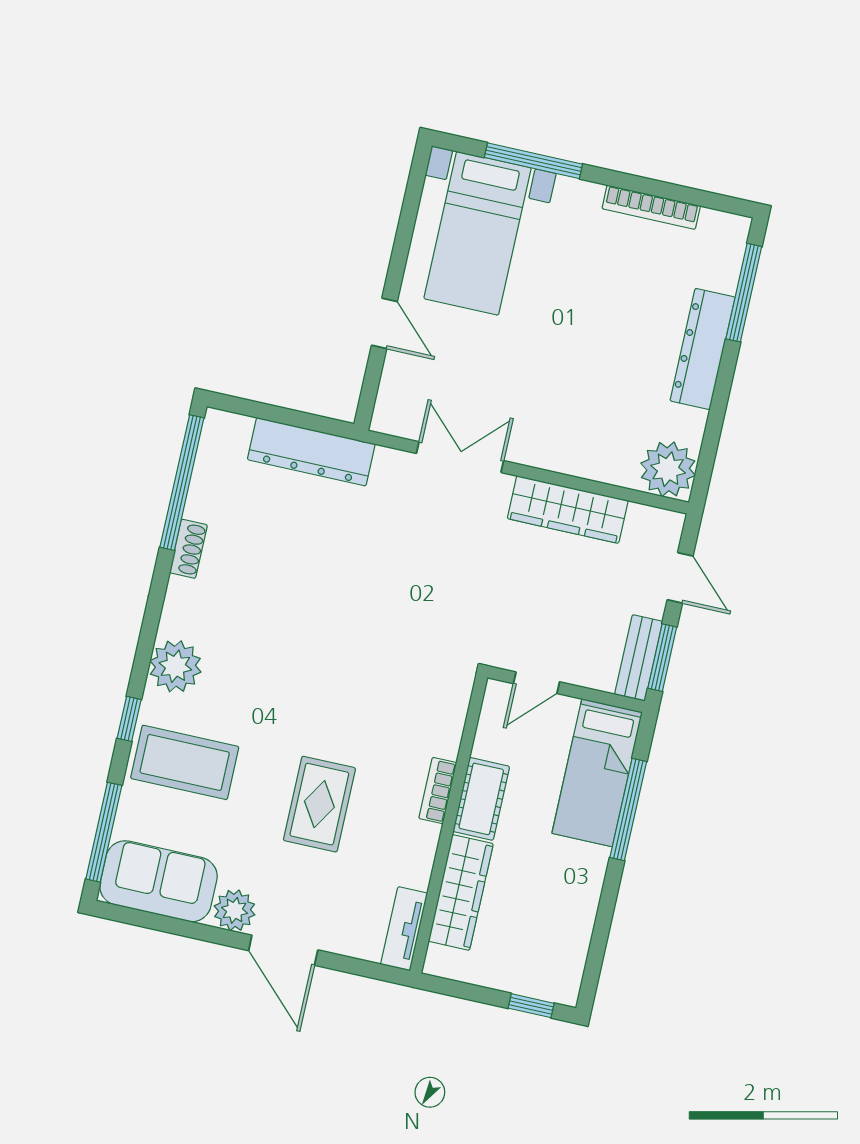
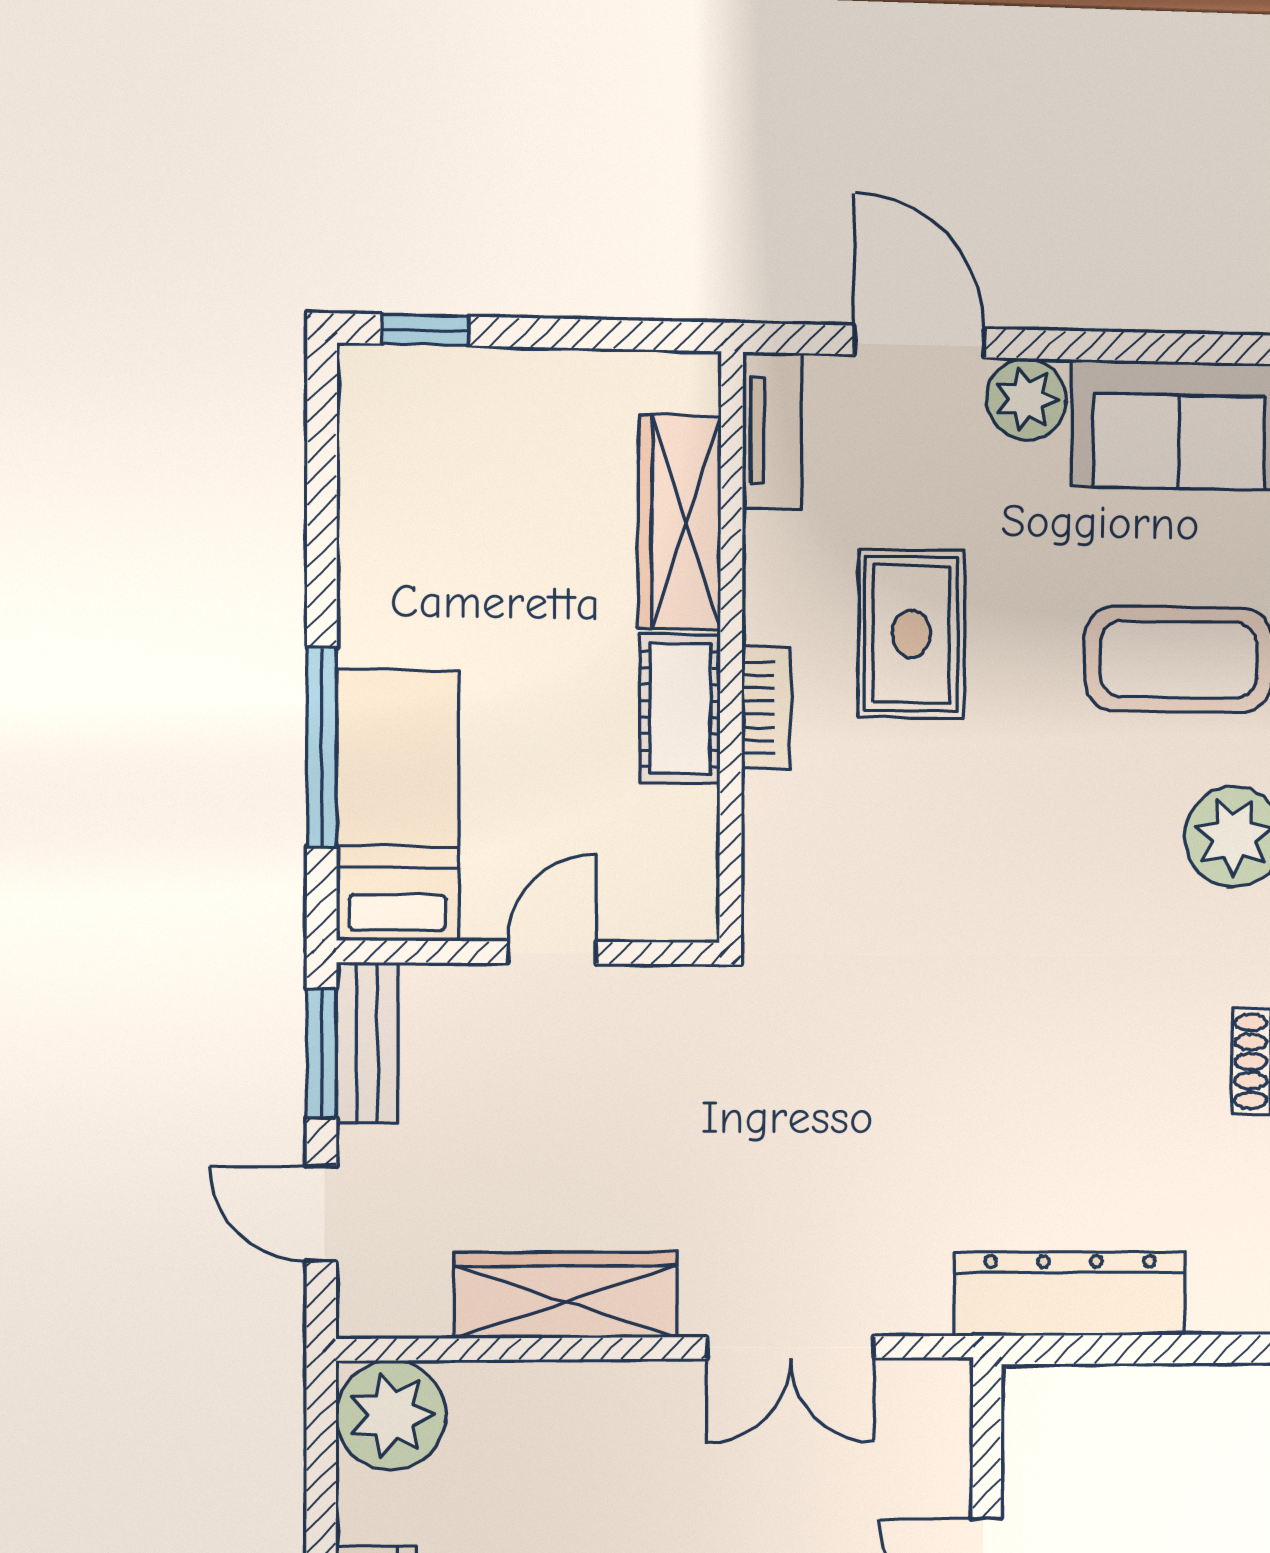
bookcase: (438, 791) -> (766, 708), moved
cot: (481, 799) -> (680, 709), moved
wall: (449, 824) -> (731, 648), moved
wardrobe: (461, 892) -> (680, 522), moved
tv unit: (404, 929) -> (772, 431), moved

